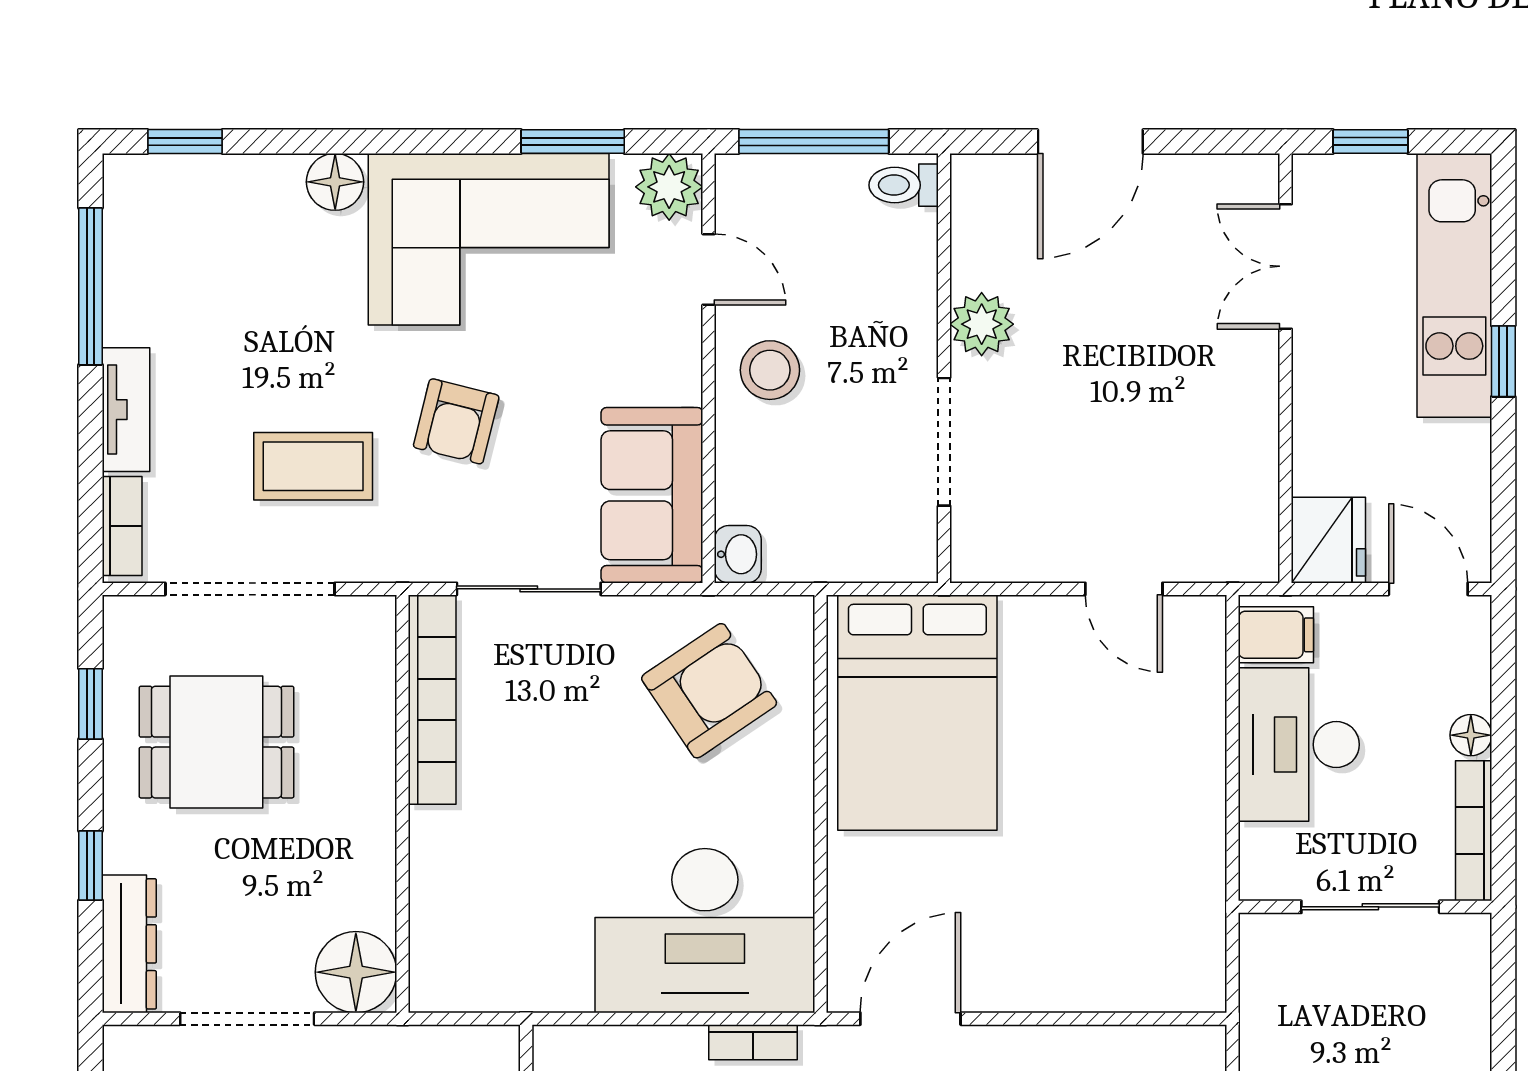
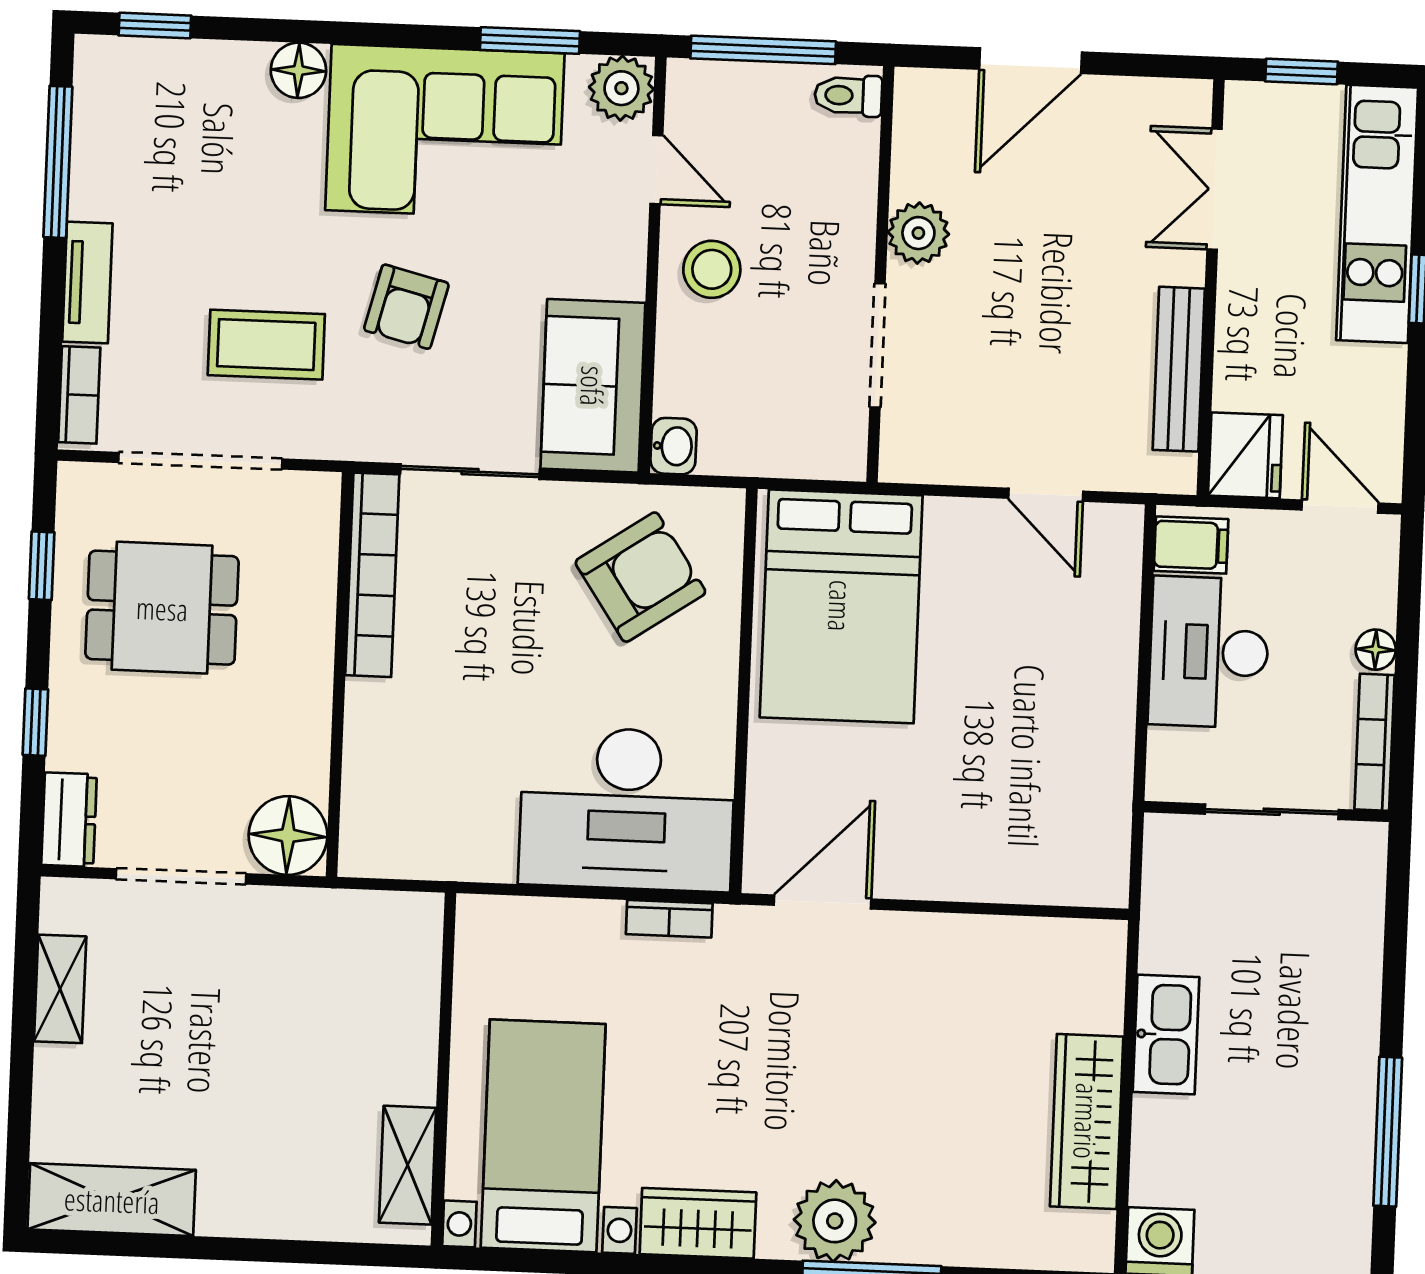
bench: (1256, 454) -> (1179, 369), added
dresser: (129, 944) -> (69, 820), width x0.70

